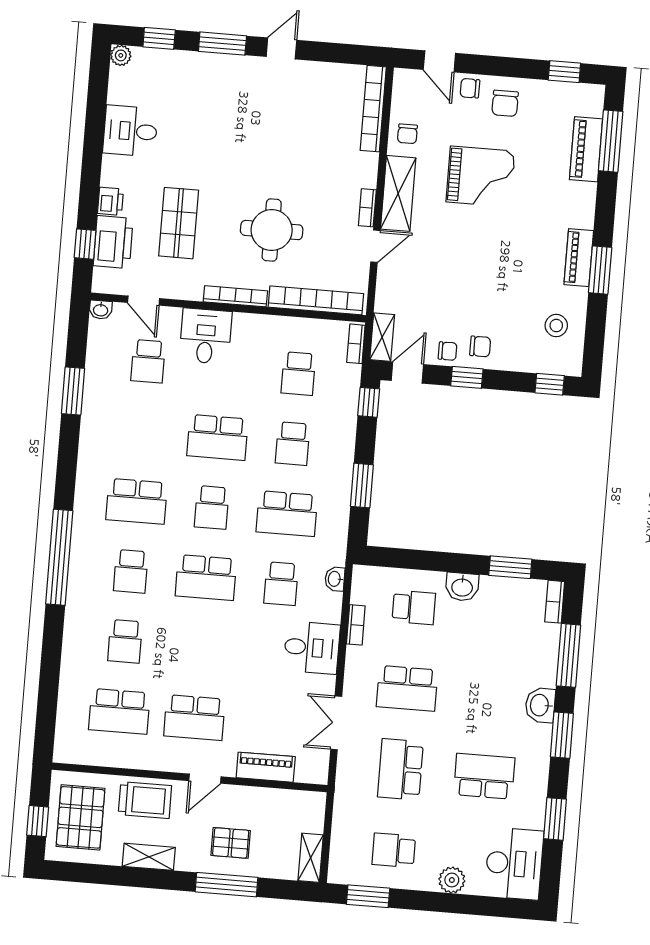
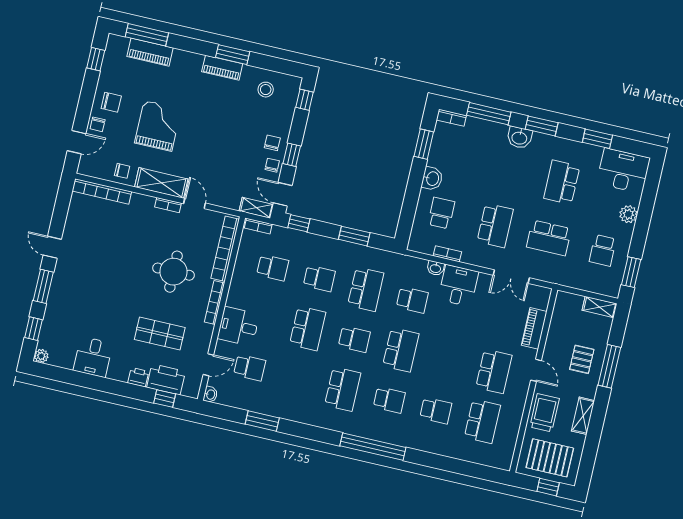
washbasin: (335, 579) -> (435, 268), moved

